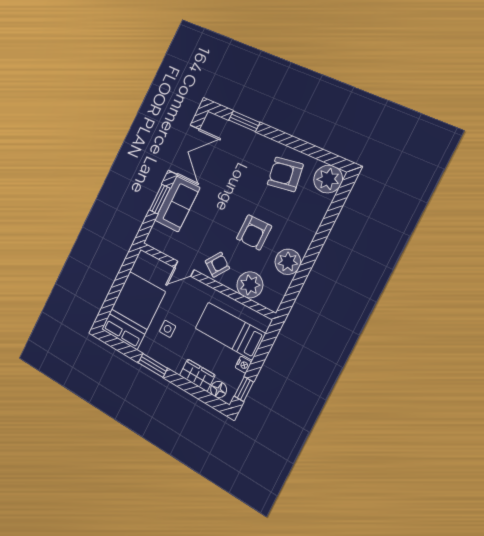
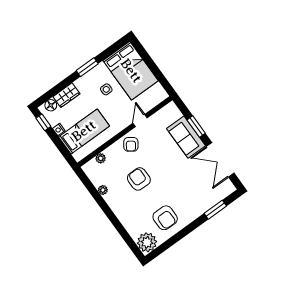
armchair: (285, 174) -> (165, 218), turned 99
plant: (288, 262) -> (103, 190), width x0.53, depth x0.53
plant: (250, 285) -> (101, 158), width x0.53, depth x0.53

